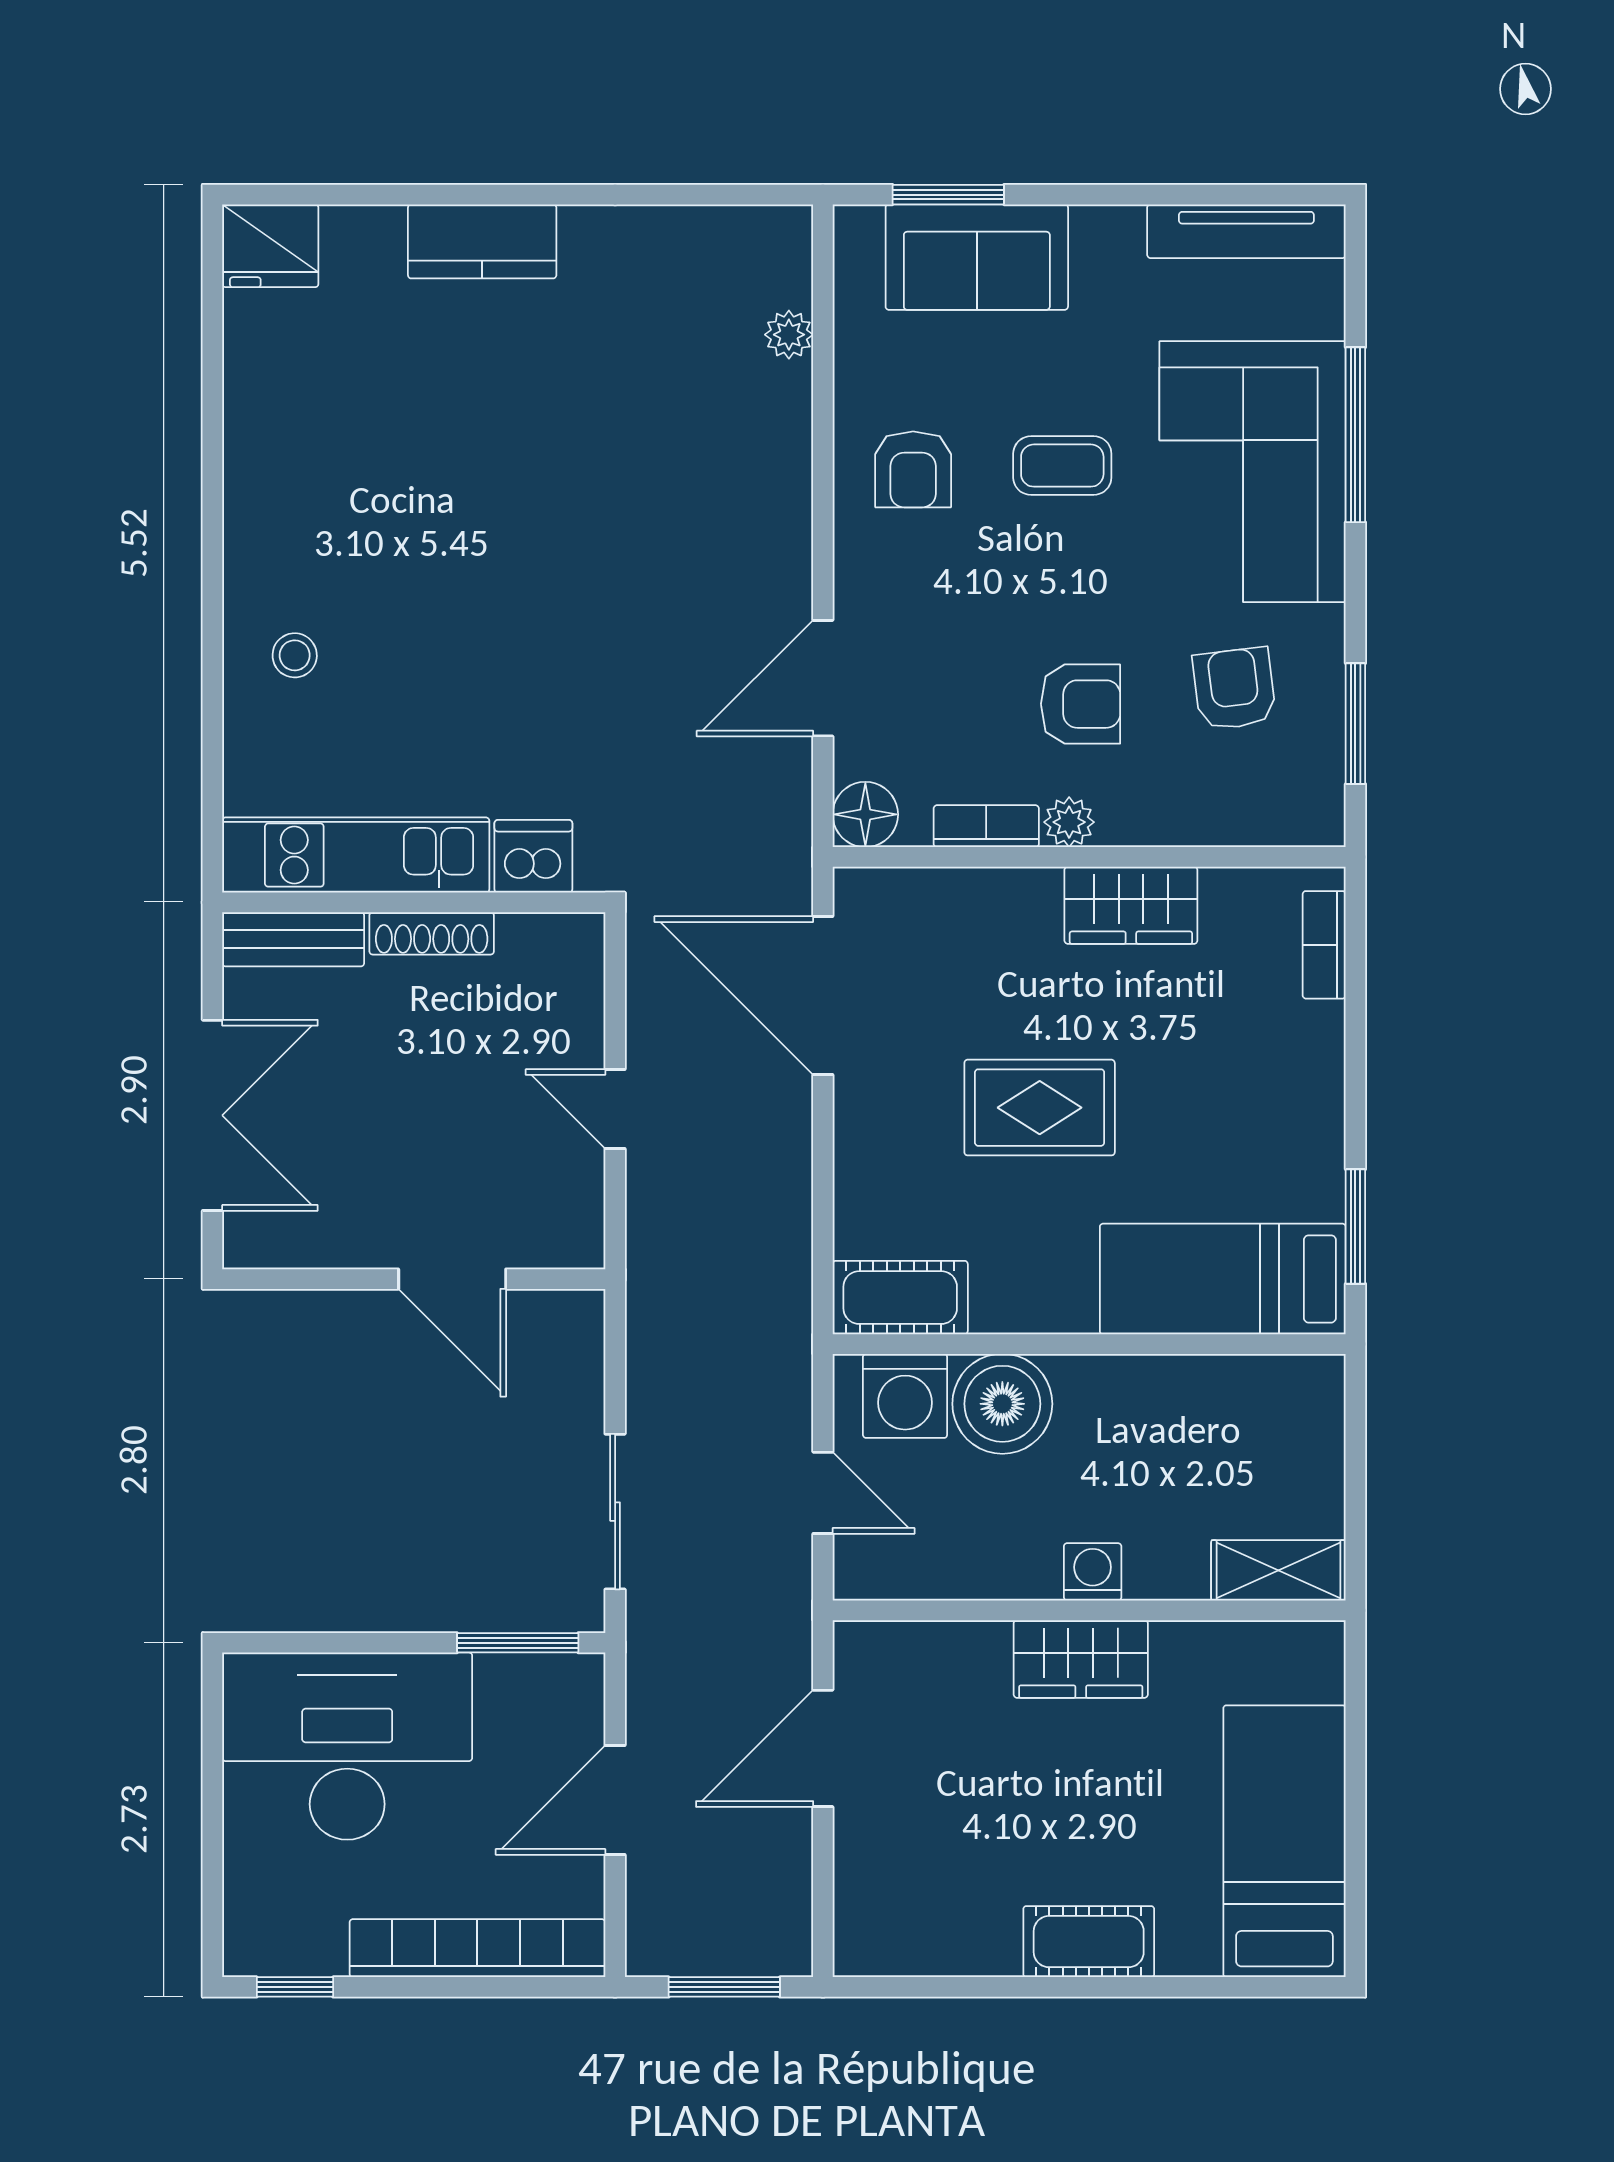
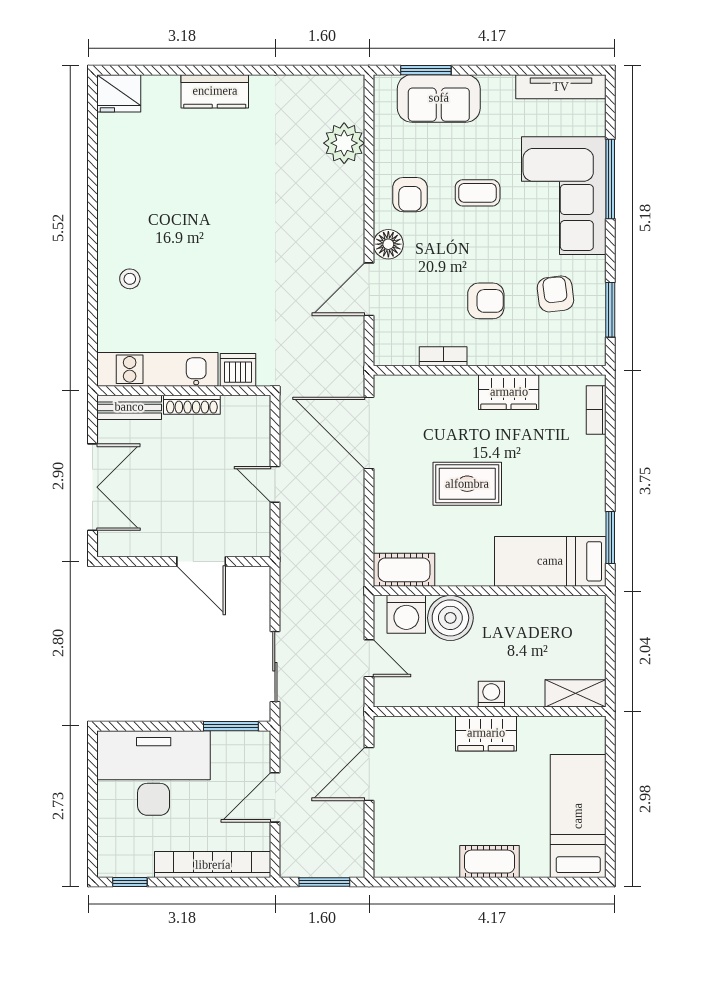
plant: (789, 335) -> (344, 143), width x1.88, depth x1.88
floor lamp: (865, 814) -> (388, 244), moved
plant: (1069, 822) -> (481, 354), removed

